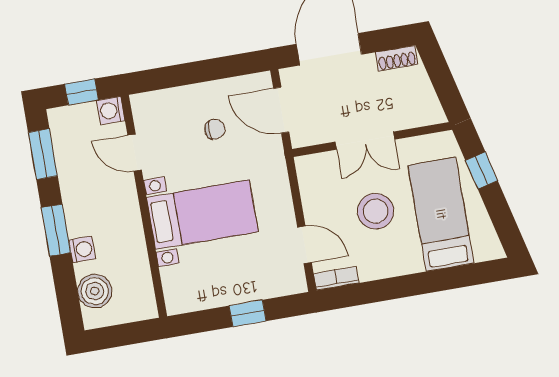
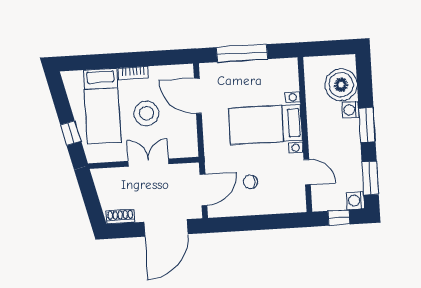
door: (281, 110) -> (203, 190), hinge flipped
washing machine: (111, 111) -> (355, 201), moved, turned 180
door: (304, 245) -> (198, 96), width x1.38
bookcase: (336, 278) -> (133, 73), moved
boiler: (95, 291) -> (341, 85), width x1.37, depth x1.37
window: (248, 313) -> (242, 53), width x2.17

